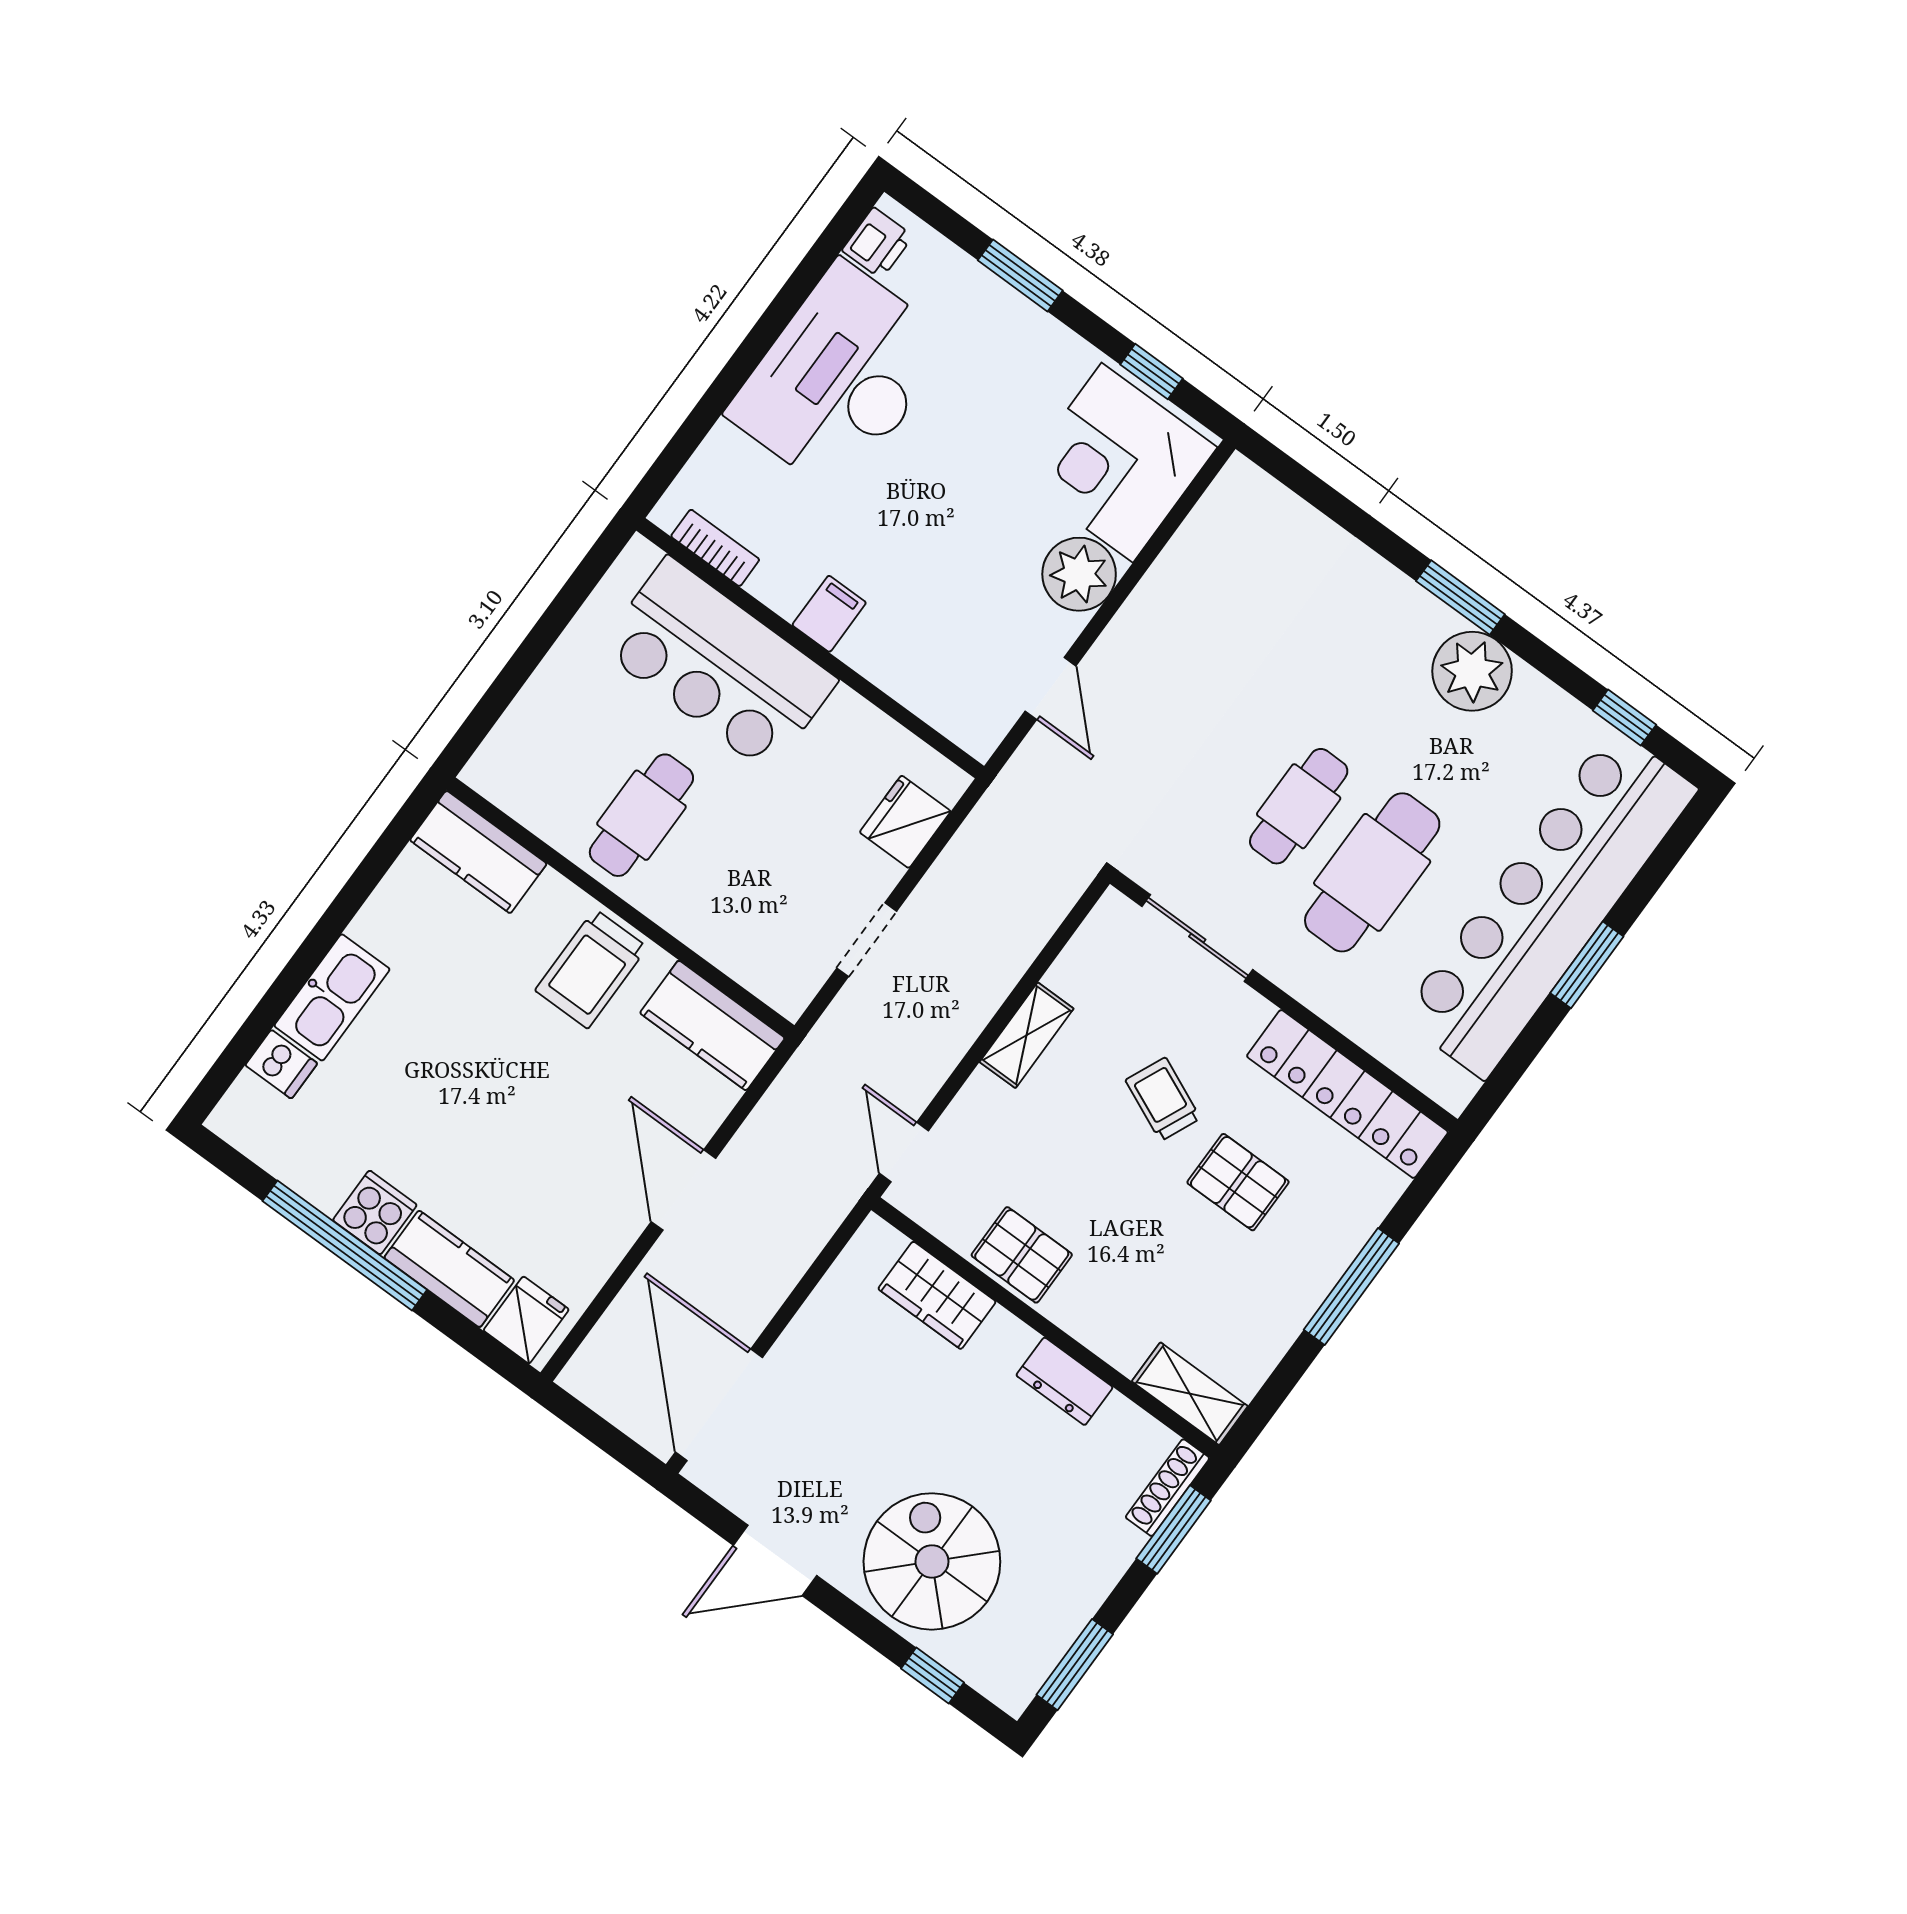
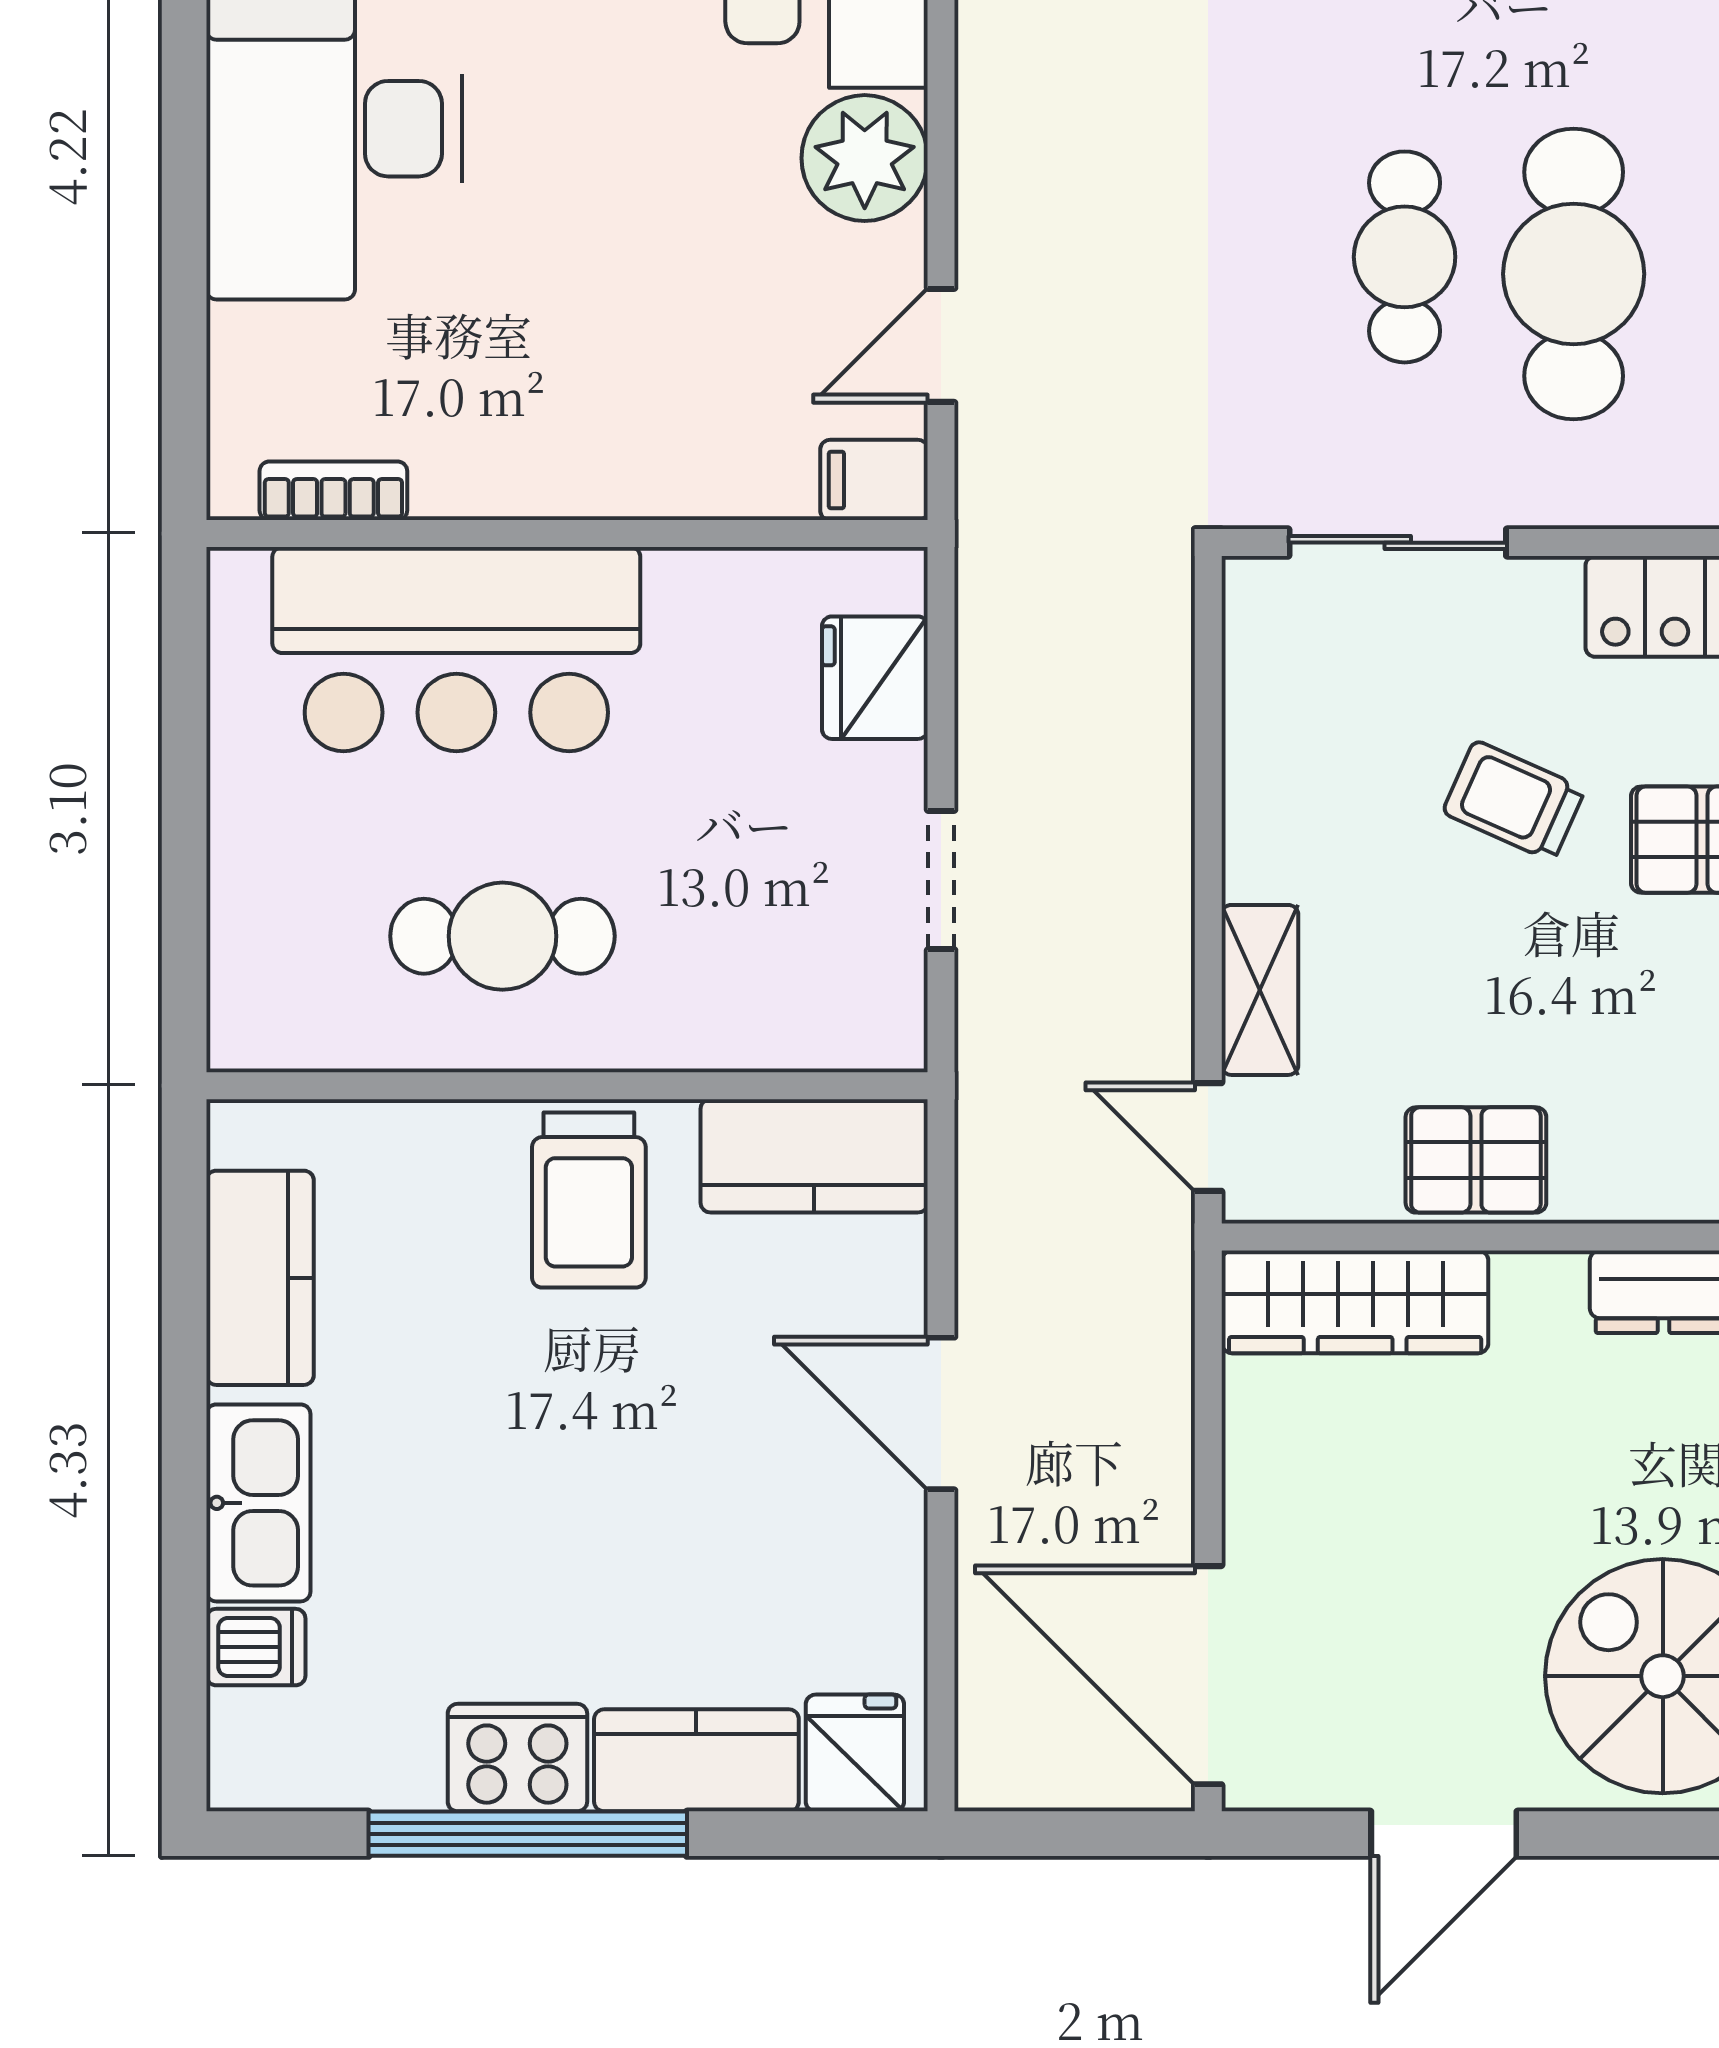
filing cabinet: (829, 614) -> (874, 480), moved, turned -90
door: (1051, 688) -> (941, 345), swing flipped
cafe table: (641, 815) -> (502, 936), turned 90
kitchen counter: (478, 852) -> (260, 1278), moved, turned -90
shelving: (1027, 1035) -> (1260, 990), moved
cooker: (375, 1212) -> (517, 1758), width x1.36
wardrobe: (937, 1295) -> (1355, 1302), width x1.50

